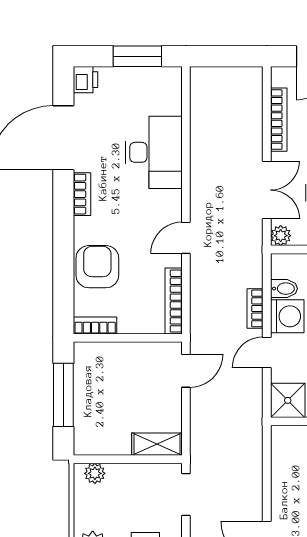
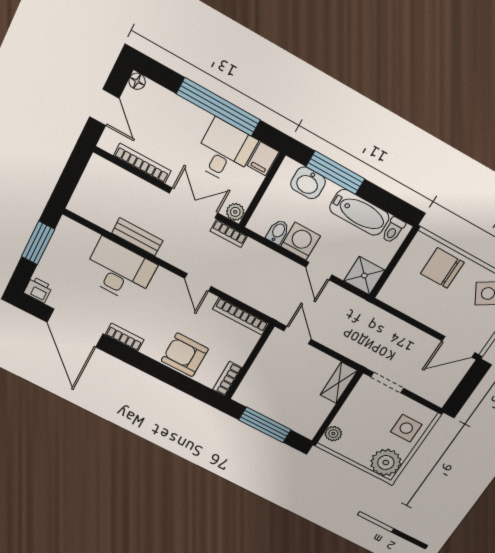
bench: (200, 152) -> (137, 237), added
bookcase: (255, 308) -> (229, 233), moved

